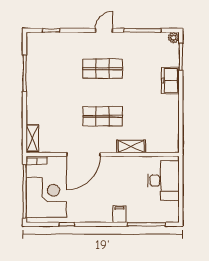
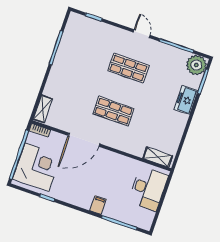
door: (104, 30) -> (142, 34), hinge flipped
plant: (173, 38) -> (196, 65), width x1.88, depth x1.88
shelving: (131, 146) -> (158, 157), moved

